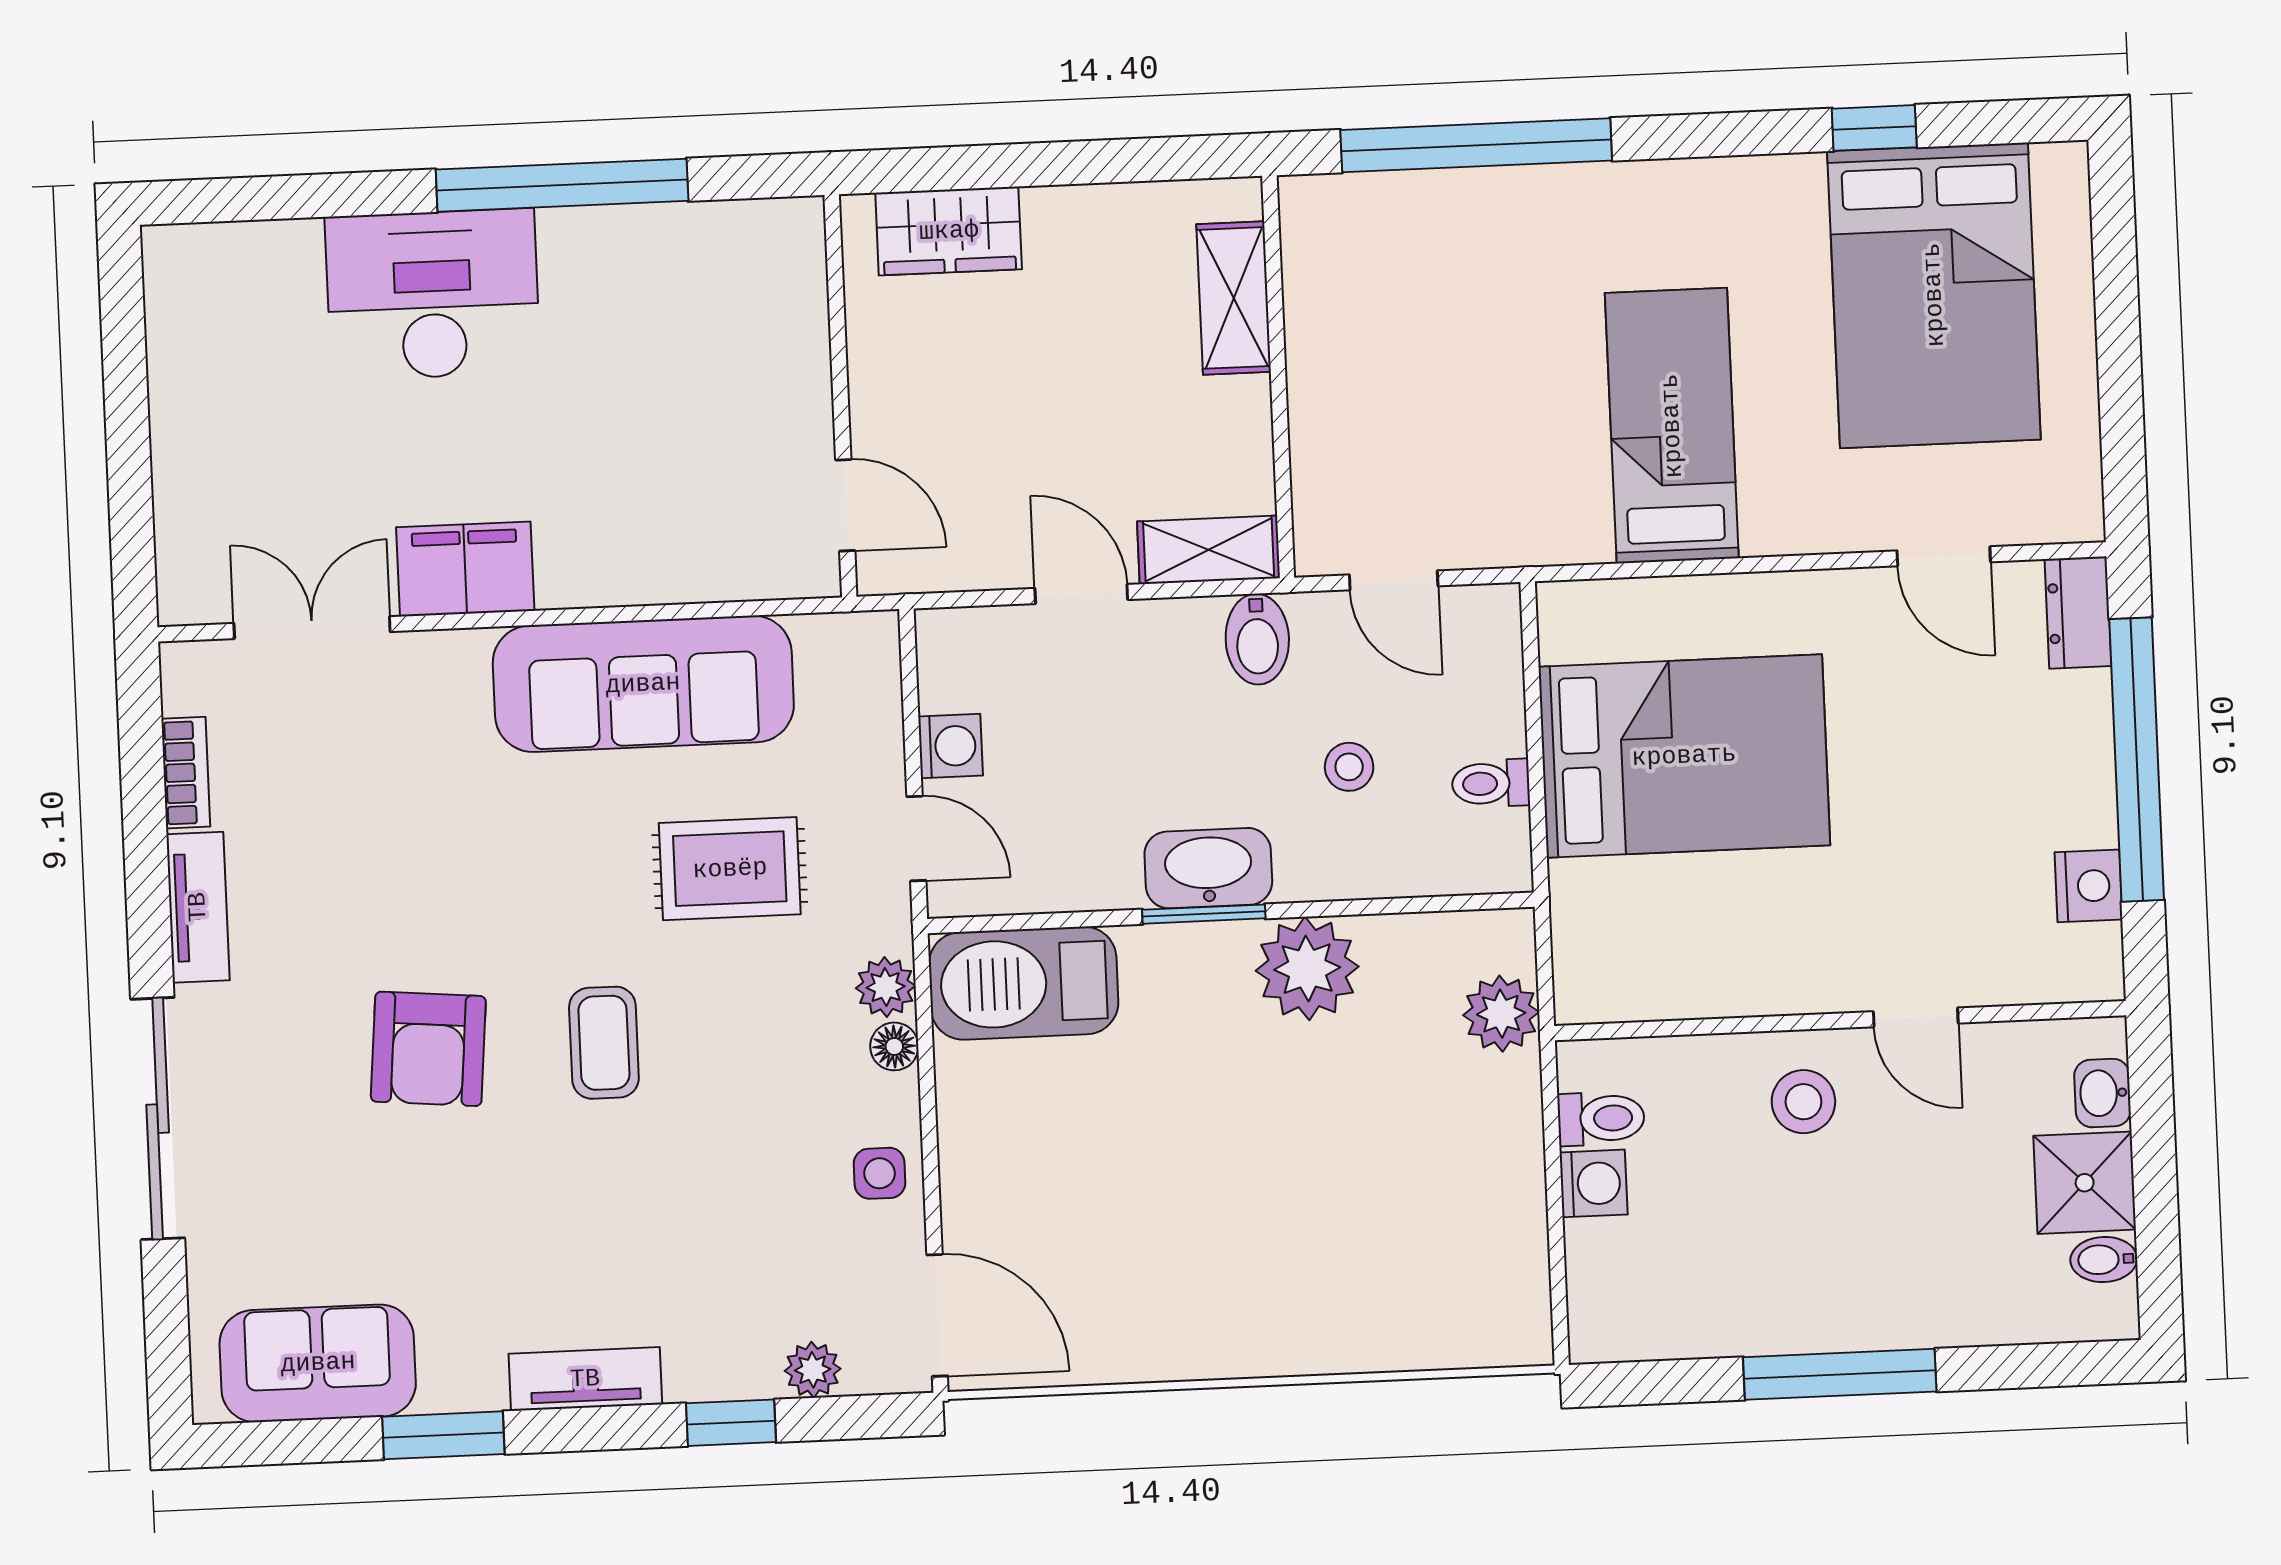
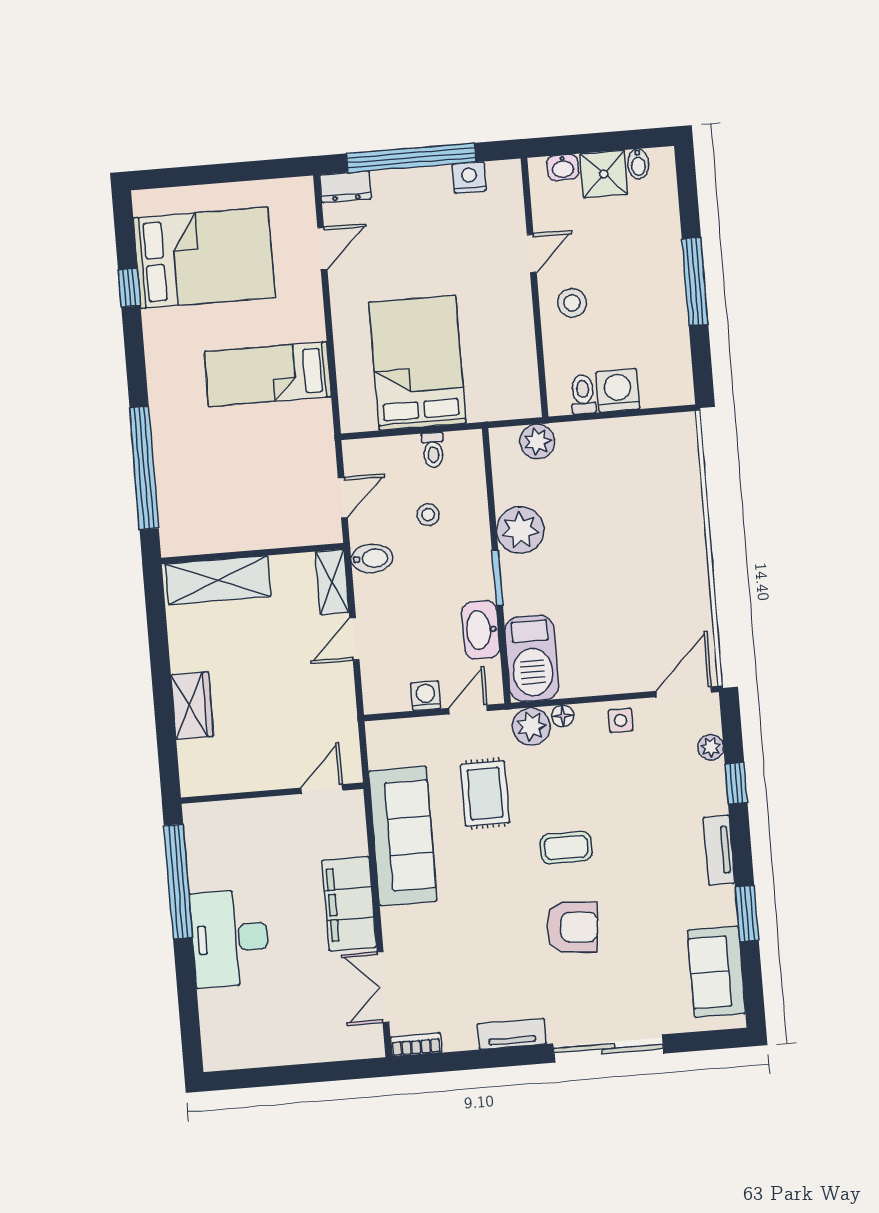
shelving: (1234, 298) -> (218, 580), width x1.50, depth x1.33
wall: (840, 396) -> (272, 793), moved
door: (845, 505) -> (322, 789), moved
filing cabinet: (465, 569) -> (349, 904), width x1.50, depth x1.17
bookcase: (186, 773) -> (416, 1045), moved
washbasin: (1208, 868) -> (481, 630), moved
plant: (886, 987) -> (531, 726), width x1.38, depth x1.38
washing machine: (1594, 1183) -> (618, 390), width x1.38, depth x1.38

